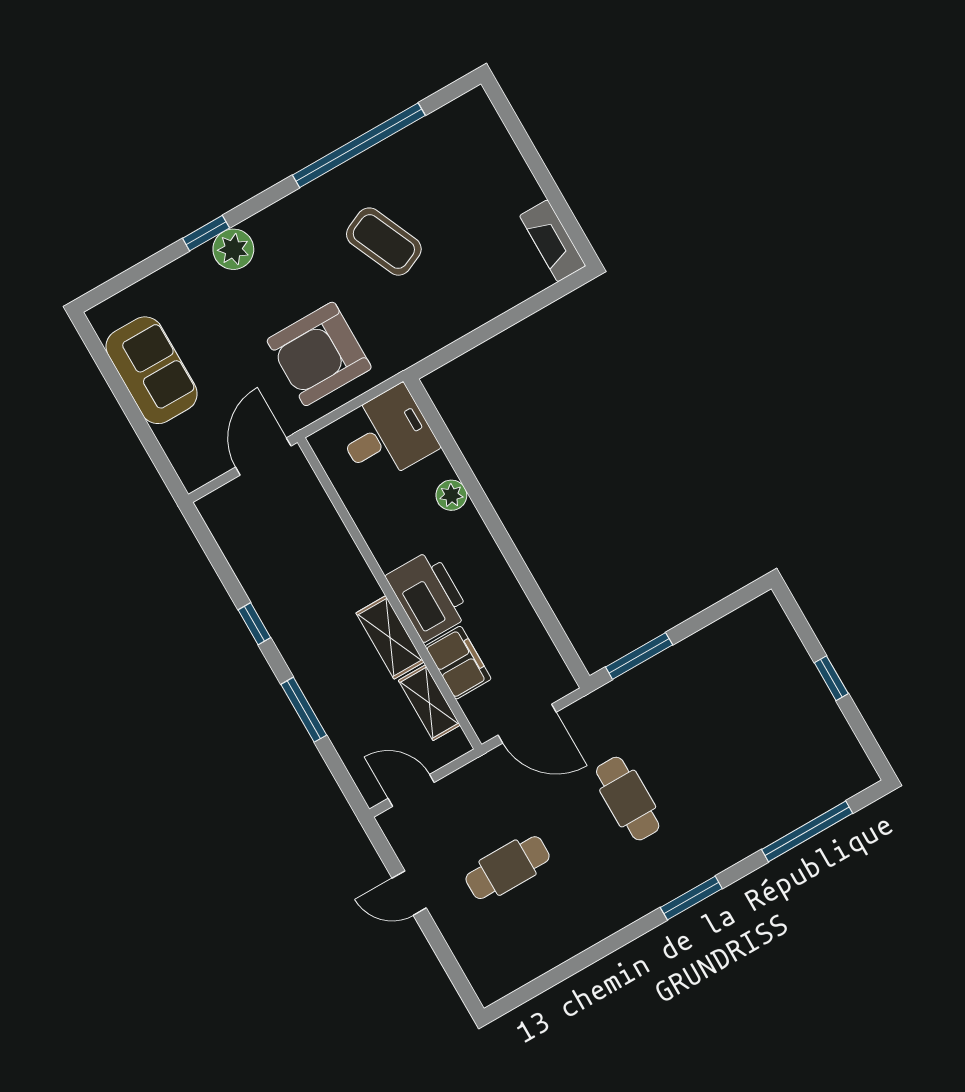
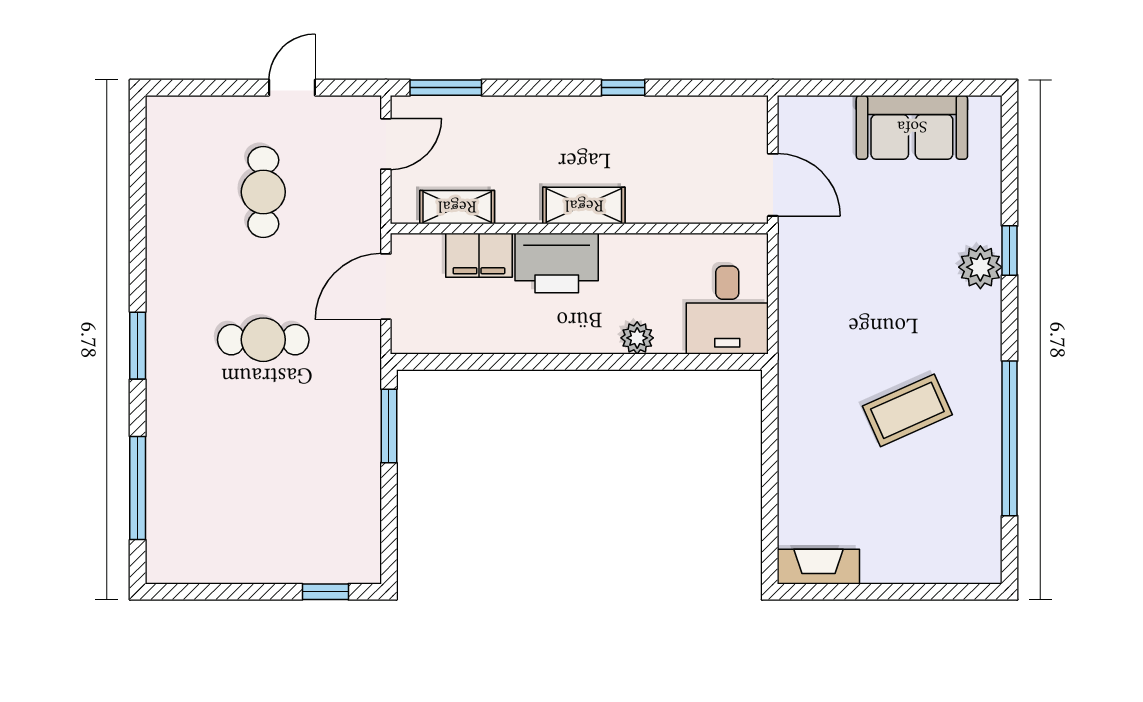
armchair: (319, 354) -> (838, 291), removed
shelving: (390, 637) -> (584, 206), moved
window: (831, 678) -> (325, 592), moved
window: (304, 710) -> (446, 88), moved

